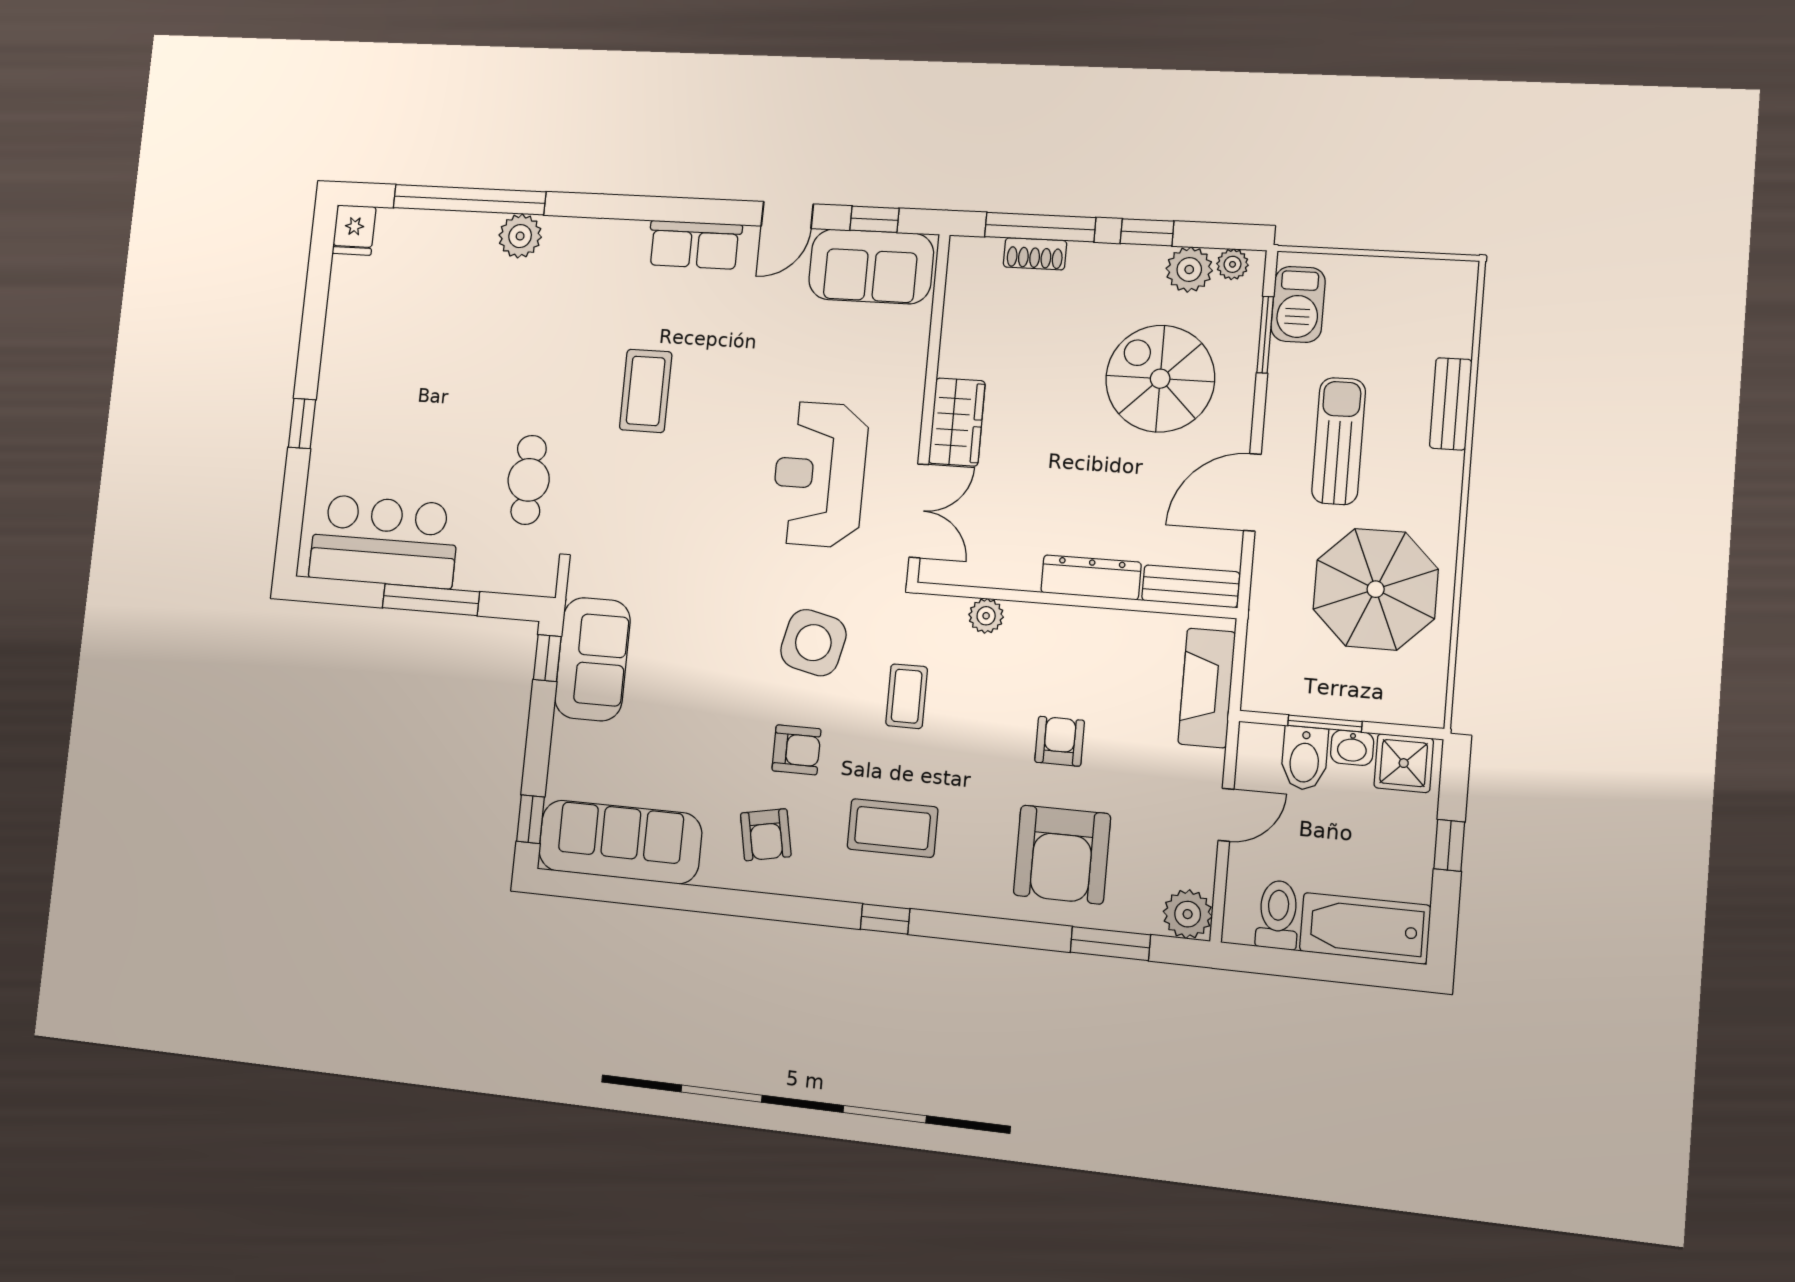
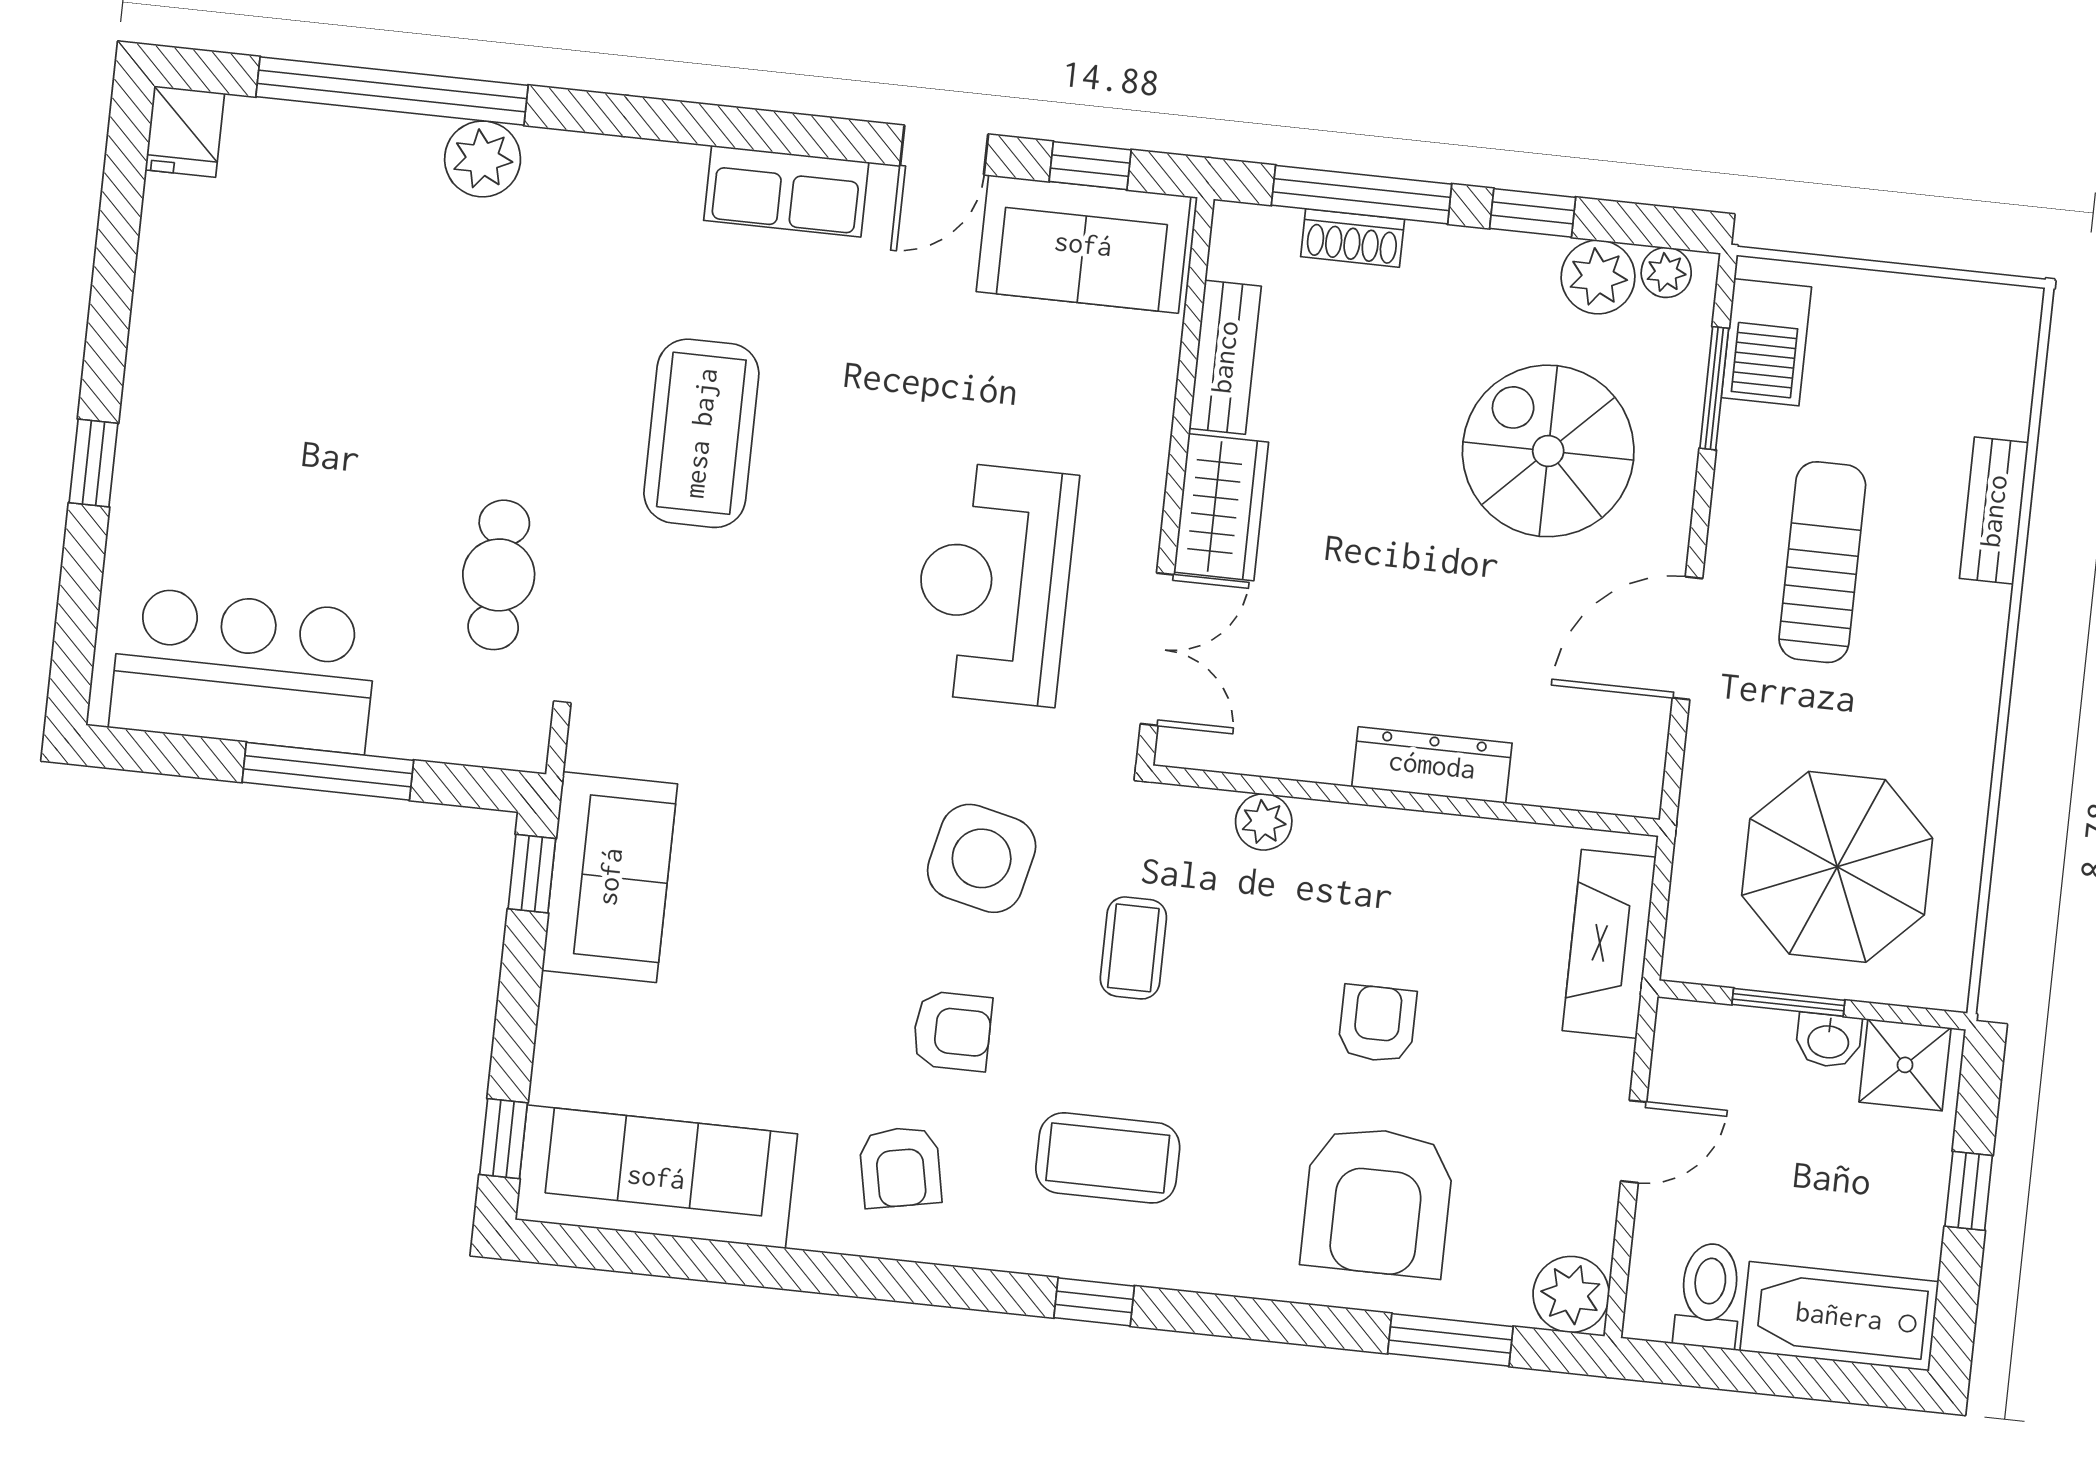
coffee table: (646, 391) -> (701, 433), width x1.36, depth x1.32
bench: (1191, 586) -> (1225, 357), moved, turned 90
parasol: (1376, 589) -> (1837, 867), moved
bidet: (1305, 758) -> (1756, 1056), removed

